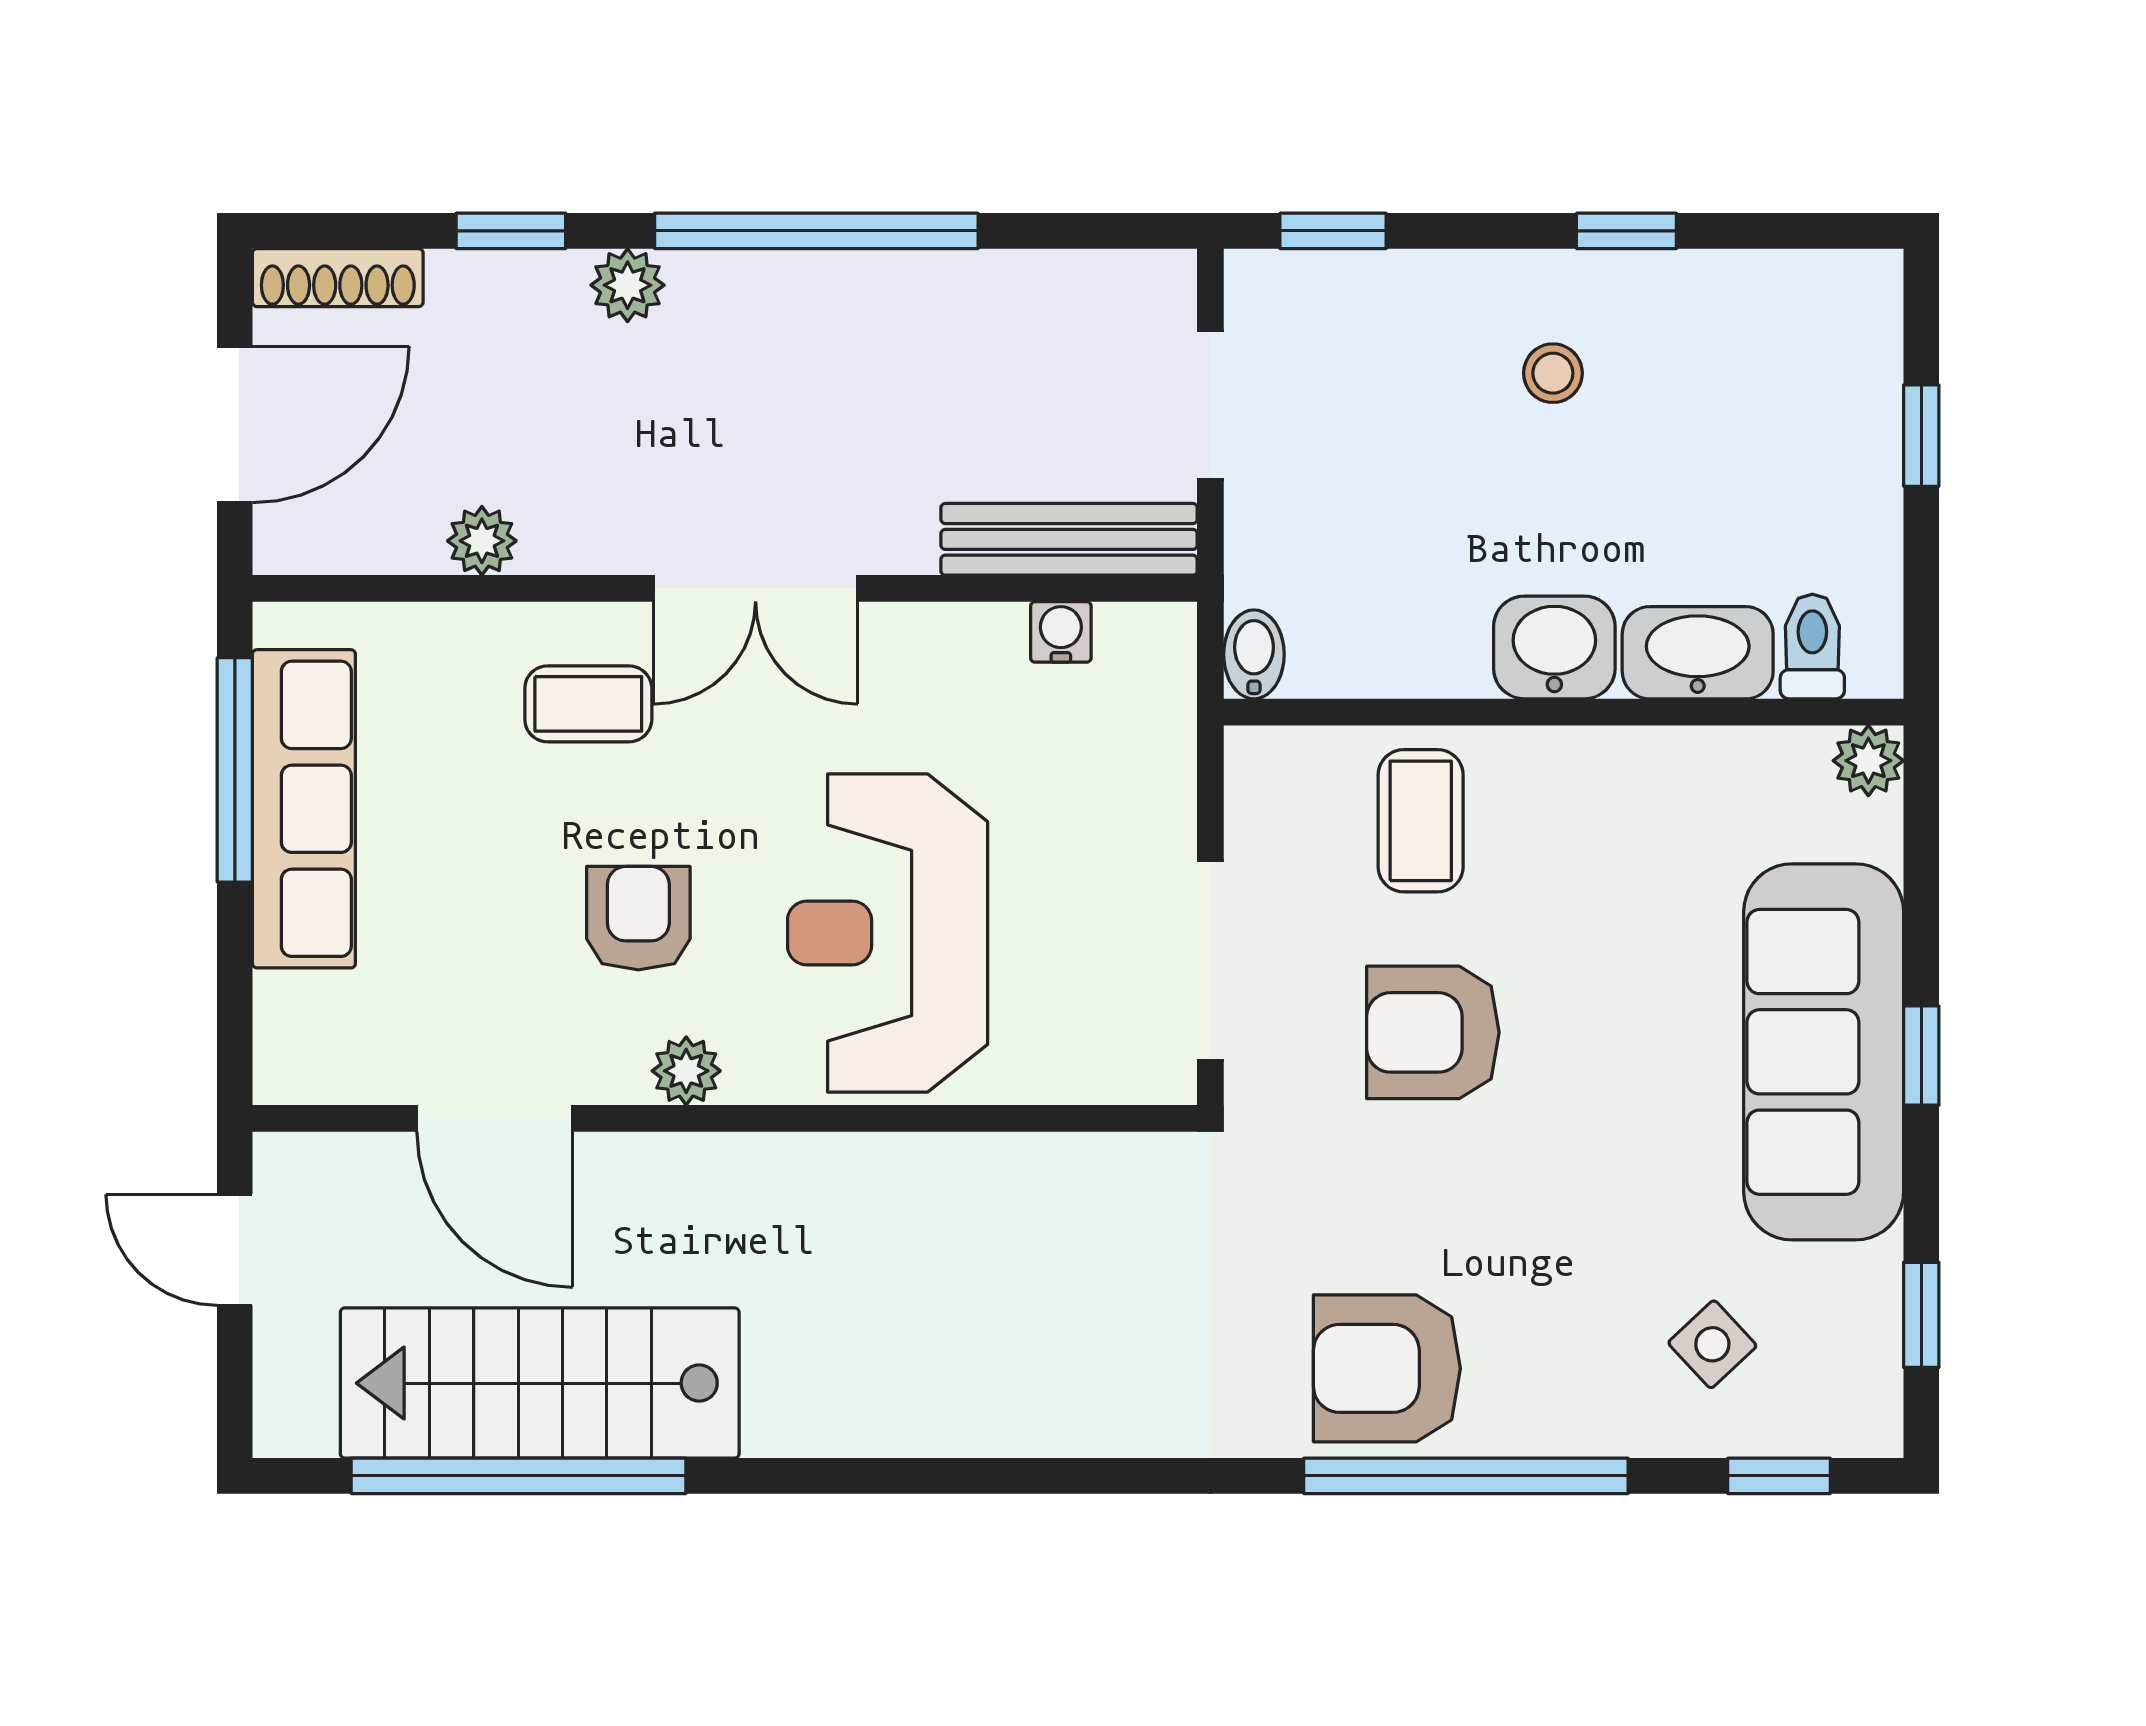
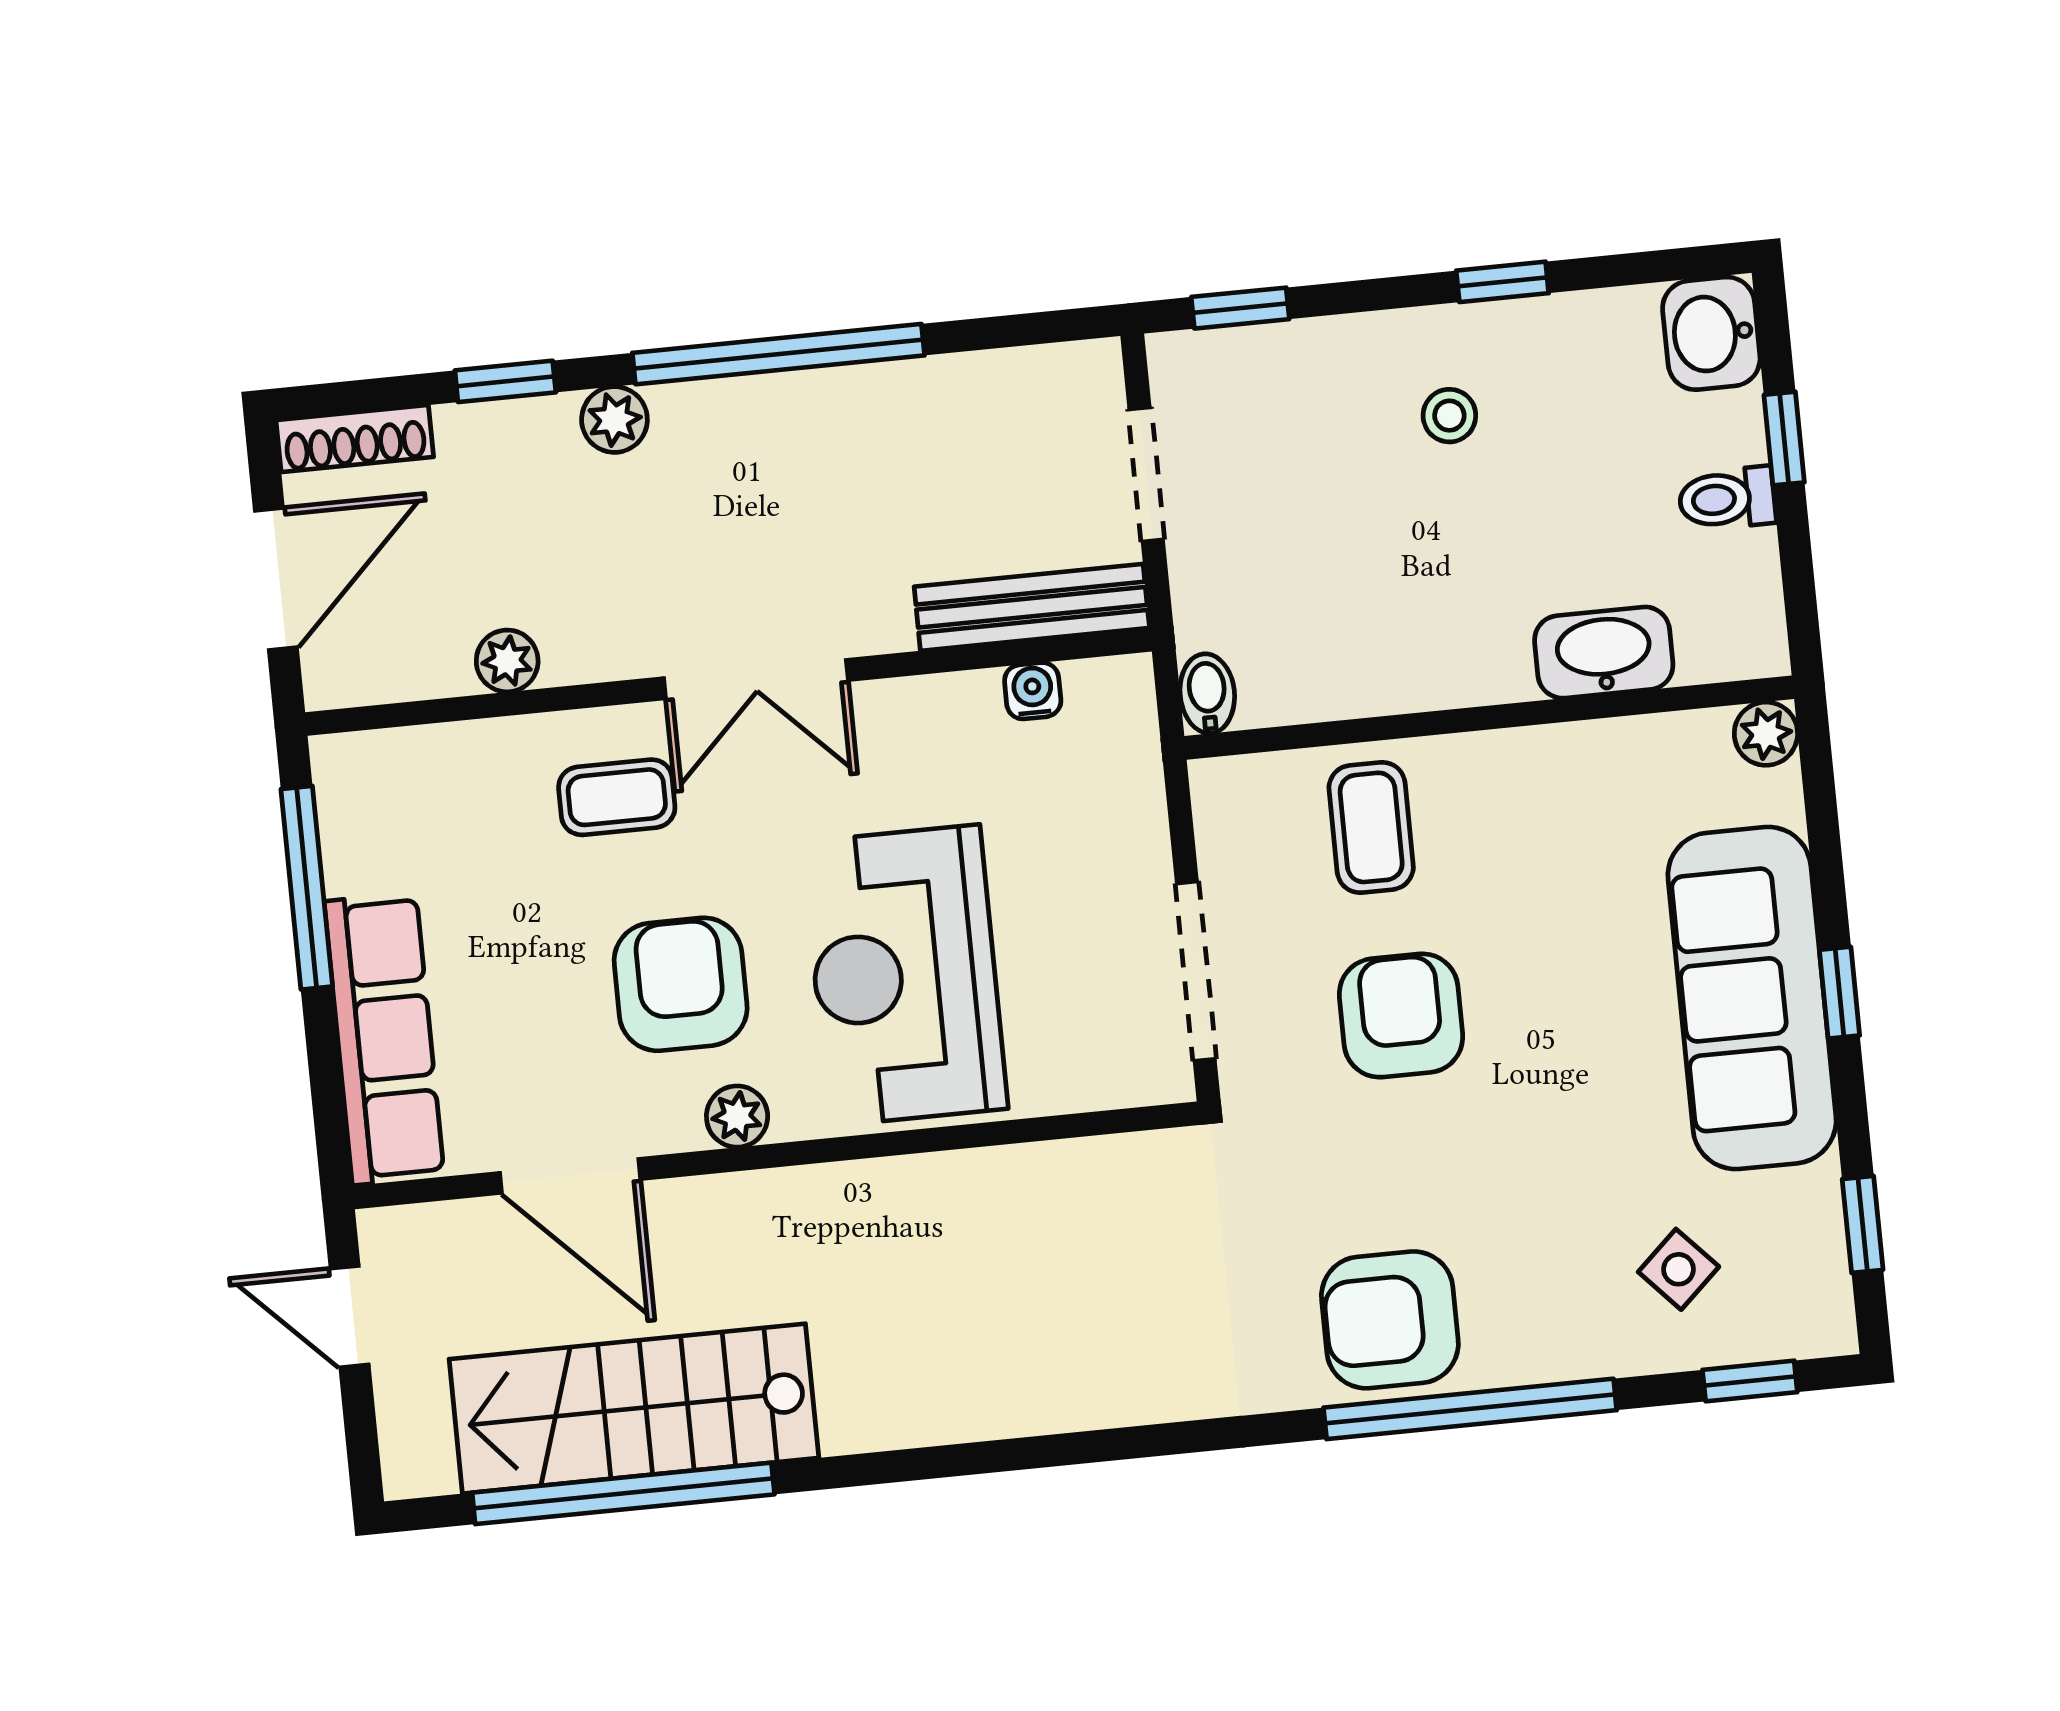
washbasin: (1554, 647) -> (1711, 333), moved, turned -90
toilet: (1812, 647) -> (1727, 499), moved, turned -90
row of seats: (304, 809) -> (384, 1039), moved
armchair: (638, 918) -> (681, 984), width x1.38, depth x1.38
armchair: (1433, 1032) -> (1401, 1016), turned 90

